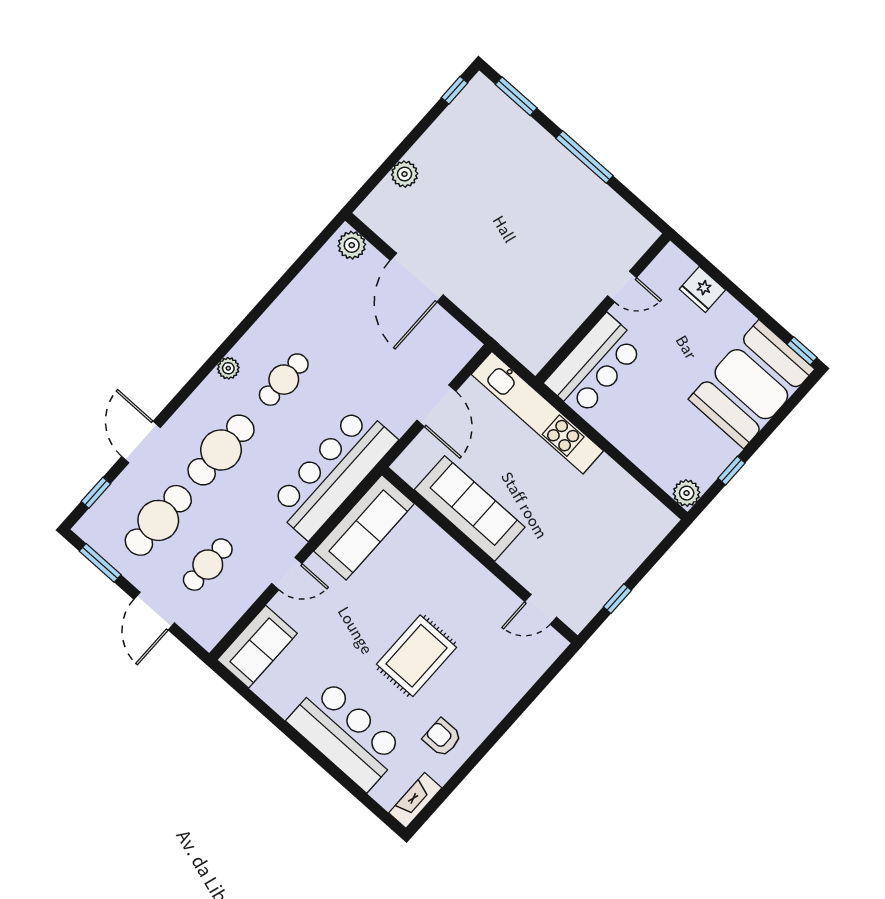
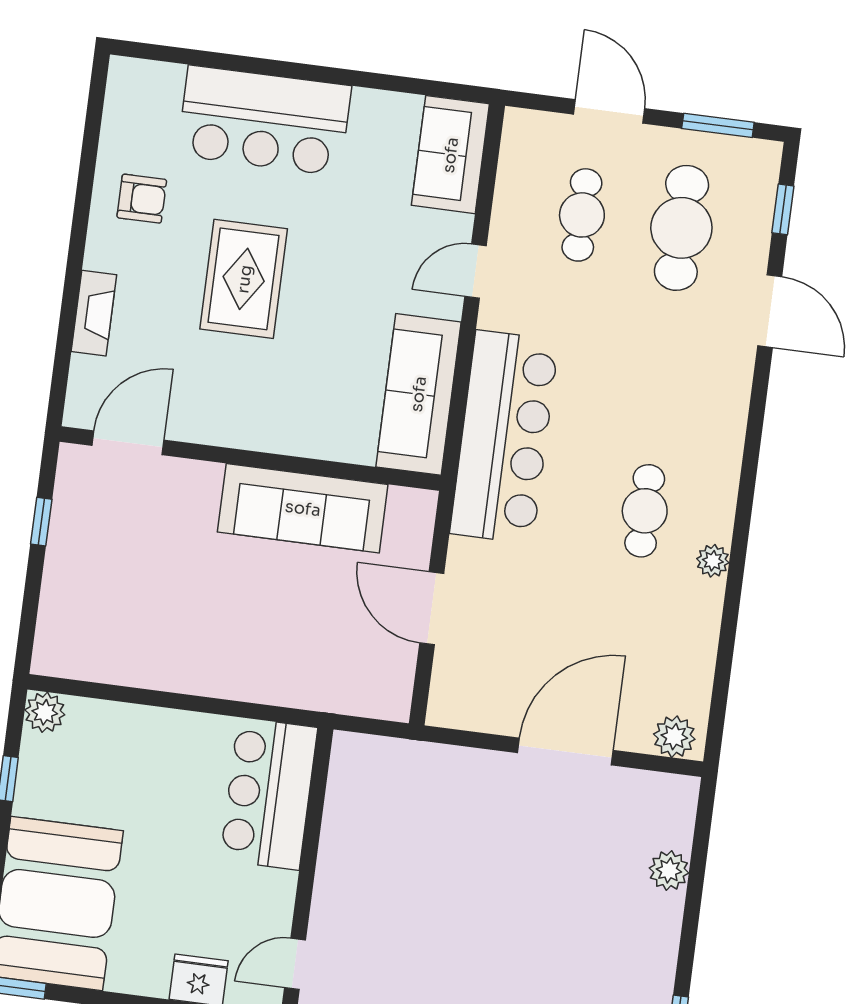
door: (417, 278) -> (565, 752), hinge flipped
door: (622, 287) -> (295, 964), moved
plant: (228, 368) -> (713, 561), moved
kitchen unit: (537, 413) -> (300, 686), removed
cafe table: (221, 450) -> (663, 369), removed
door: (541, 609) -> (128, 443), width x1.38
fireplace: (415, 800) -> (94, 313), moved

